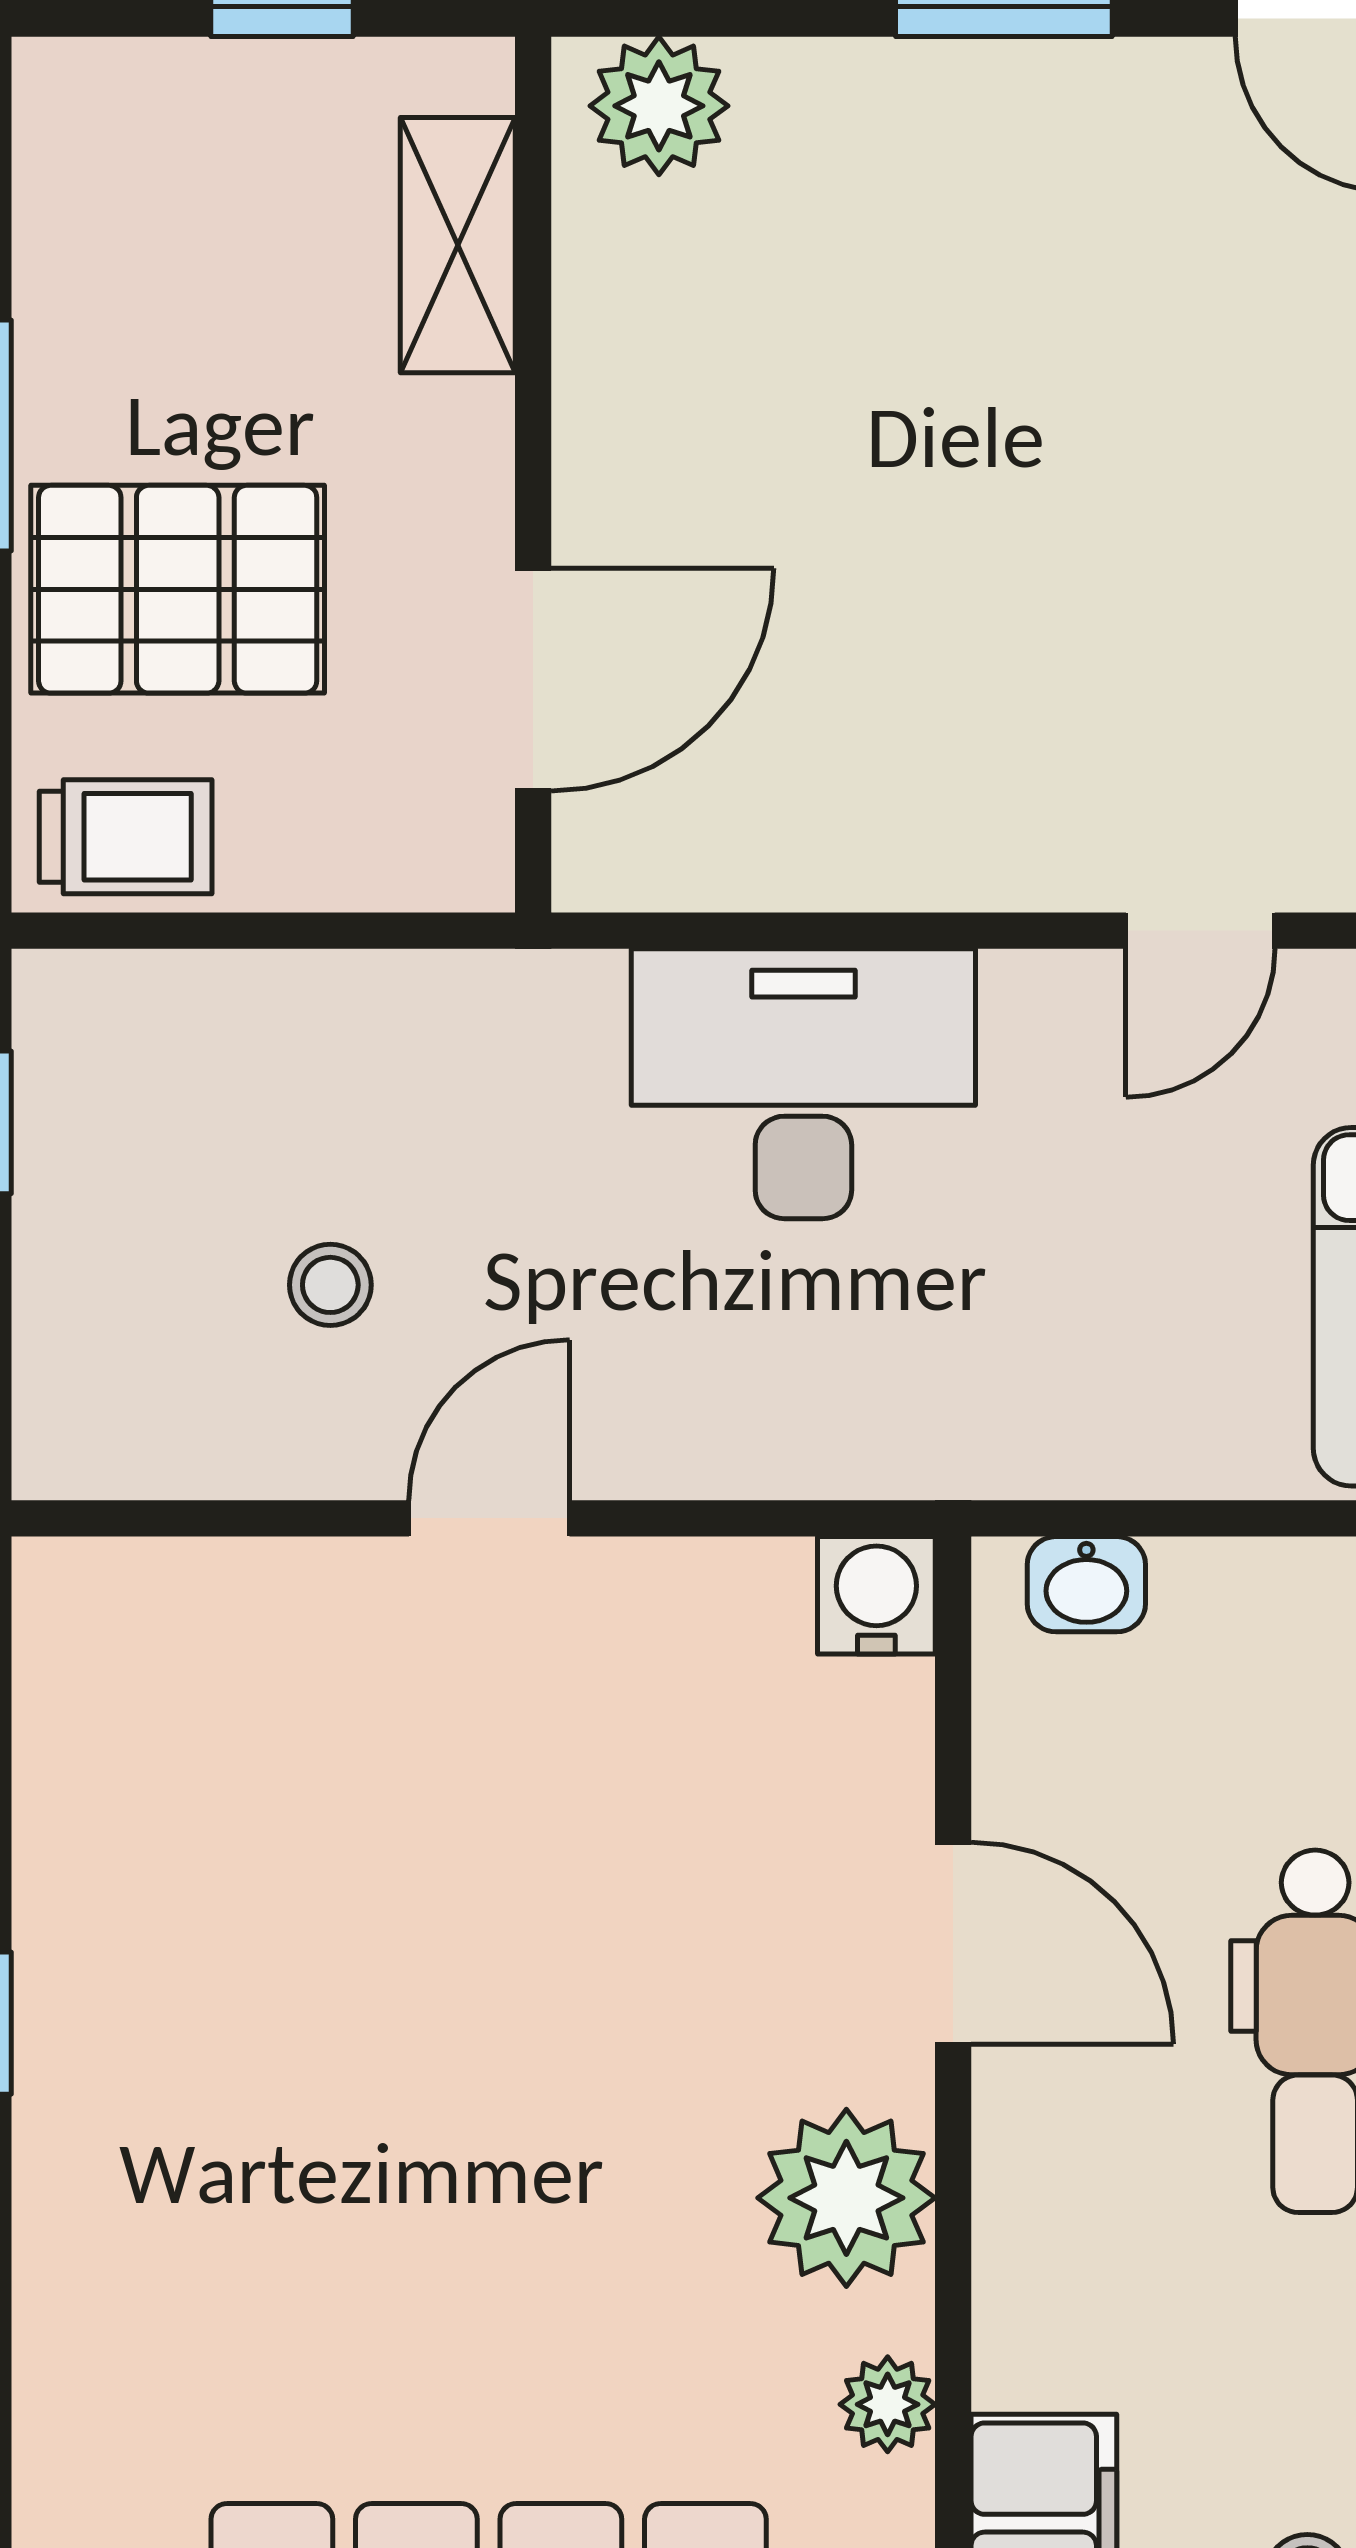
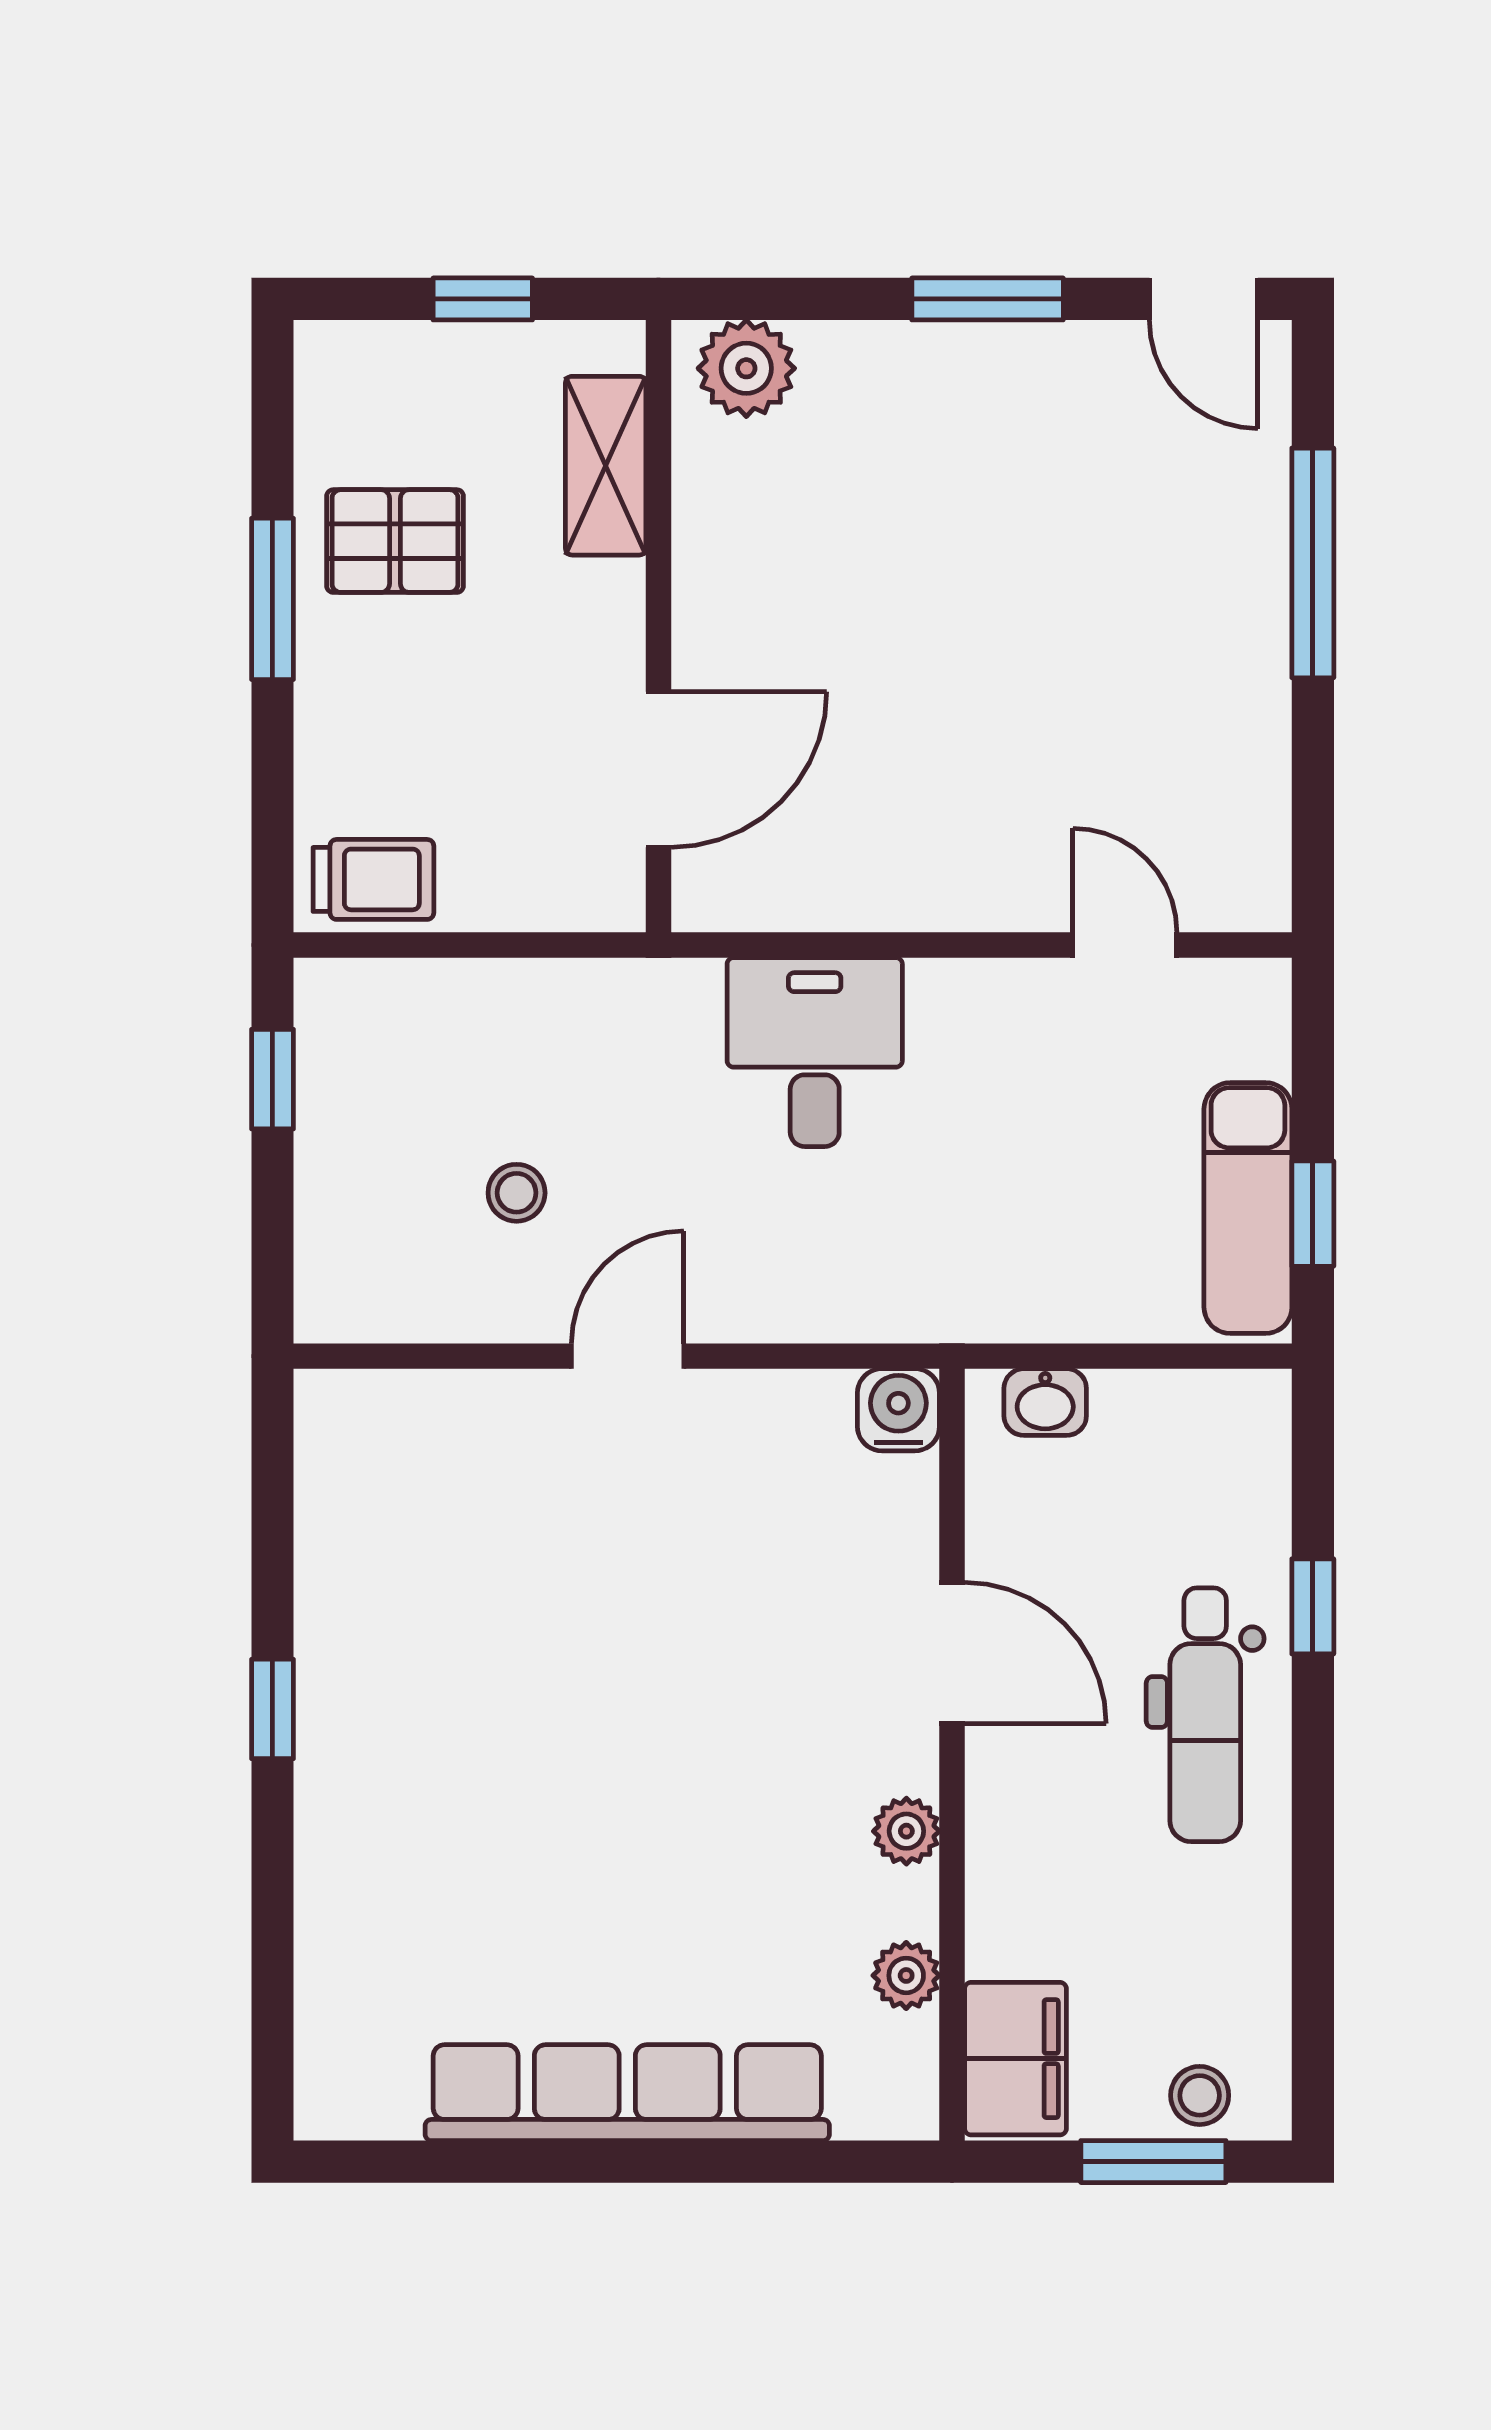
pallet: (178, 589) -> (395, 541), moved, width x0.67, depth x0.71
door: (1200, 931) -> (1125, 945), swing flipped
desk: (803, 1084) -> (815, 1052), width x0.73
plant: (846, 2198) -> (906, 1831), width x0.53, depth x0.53

